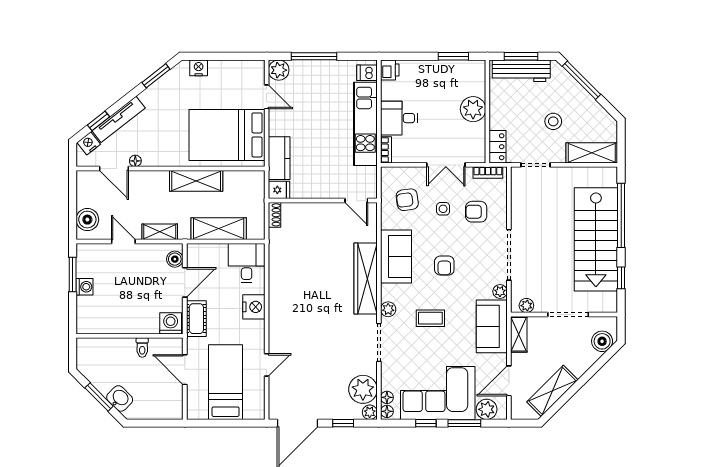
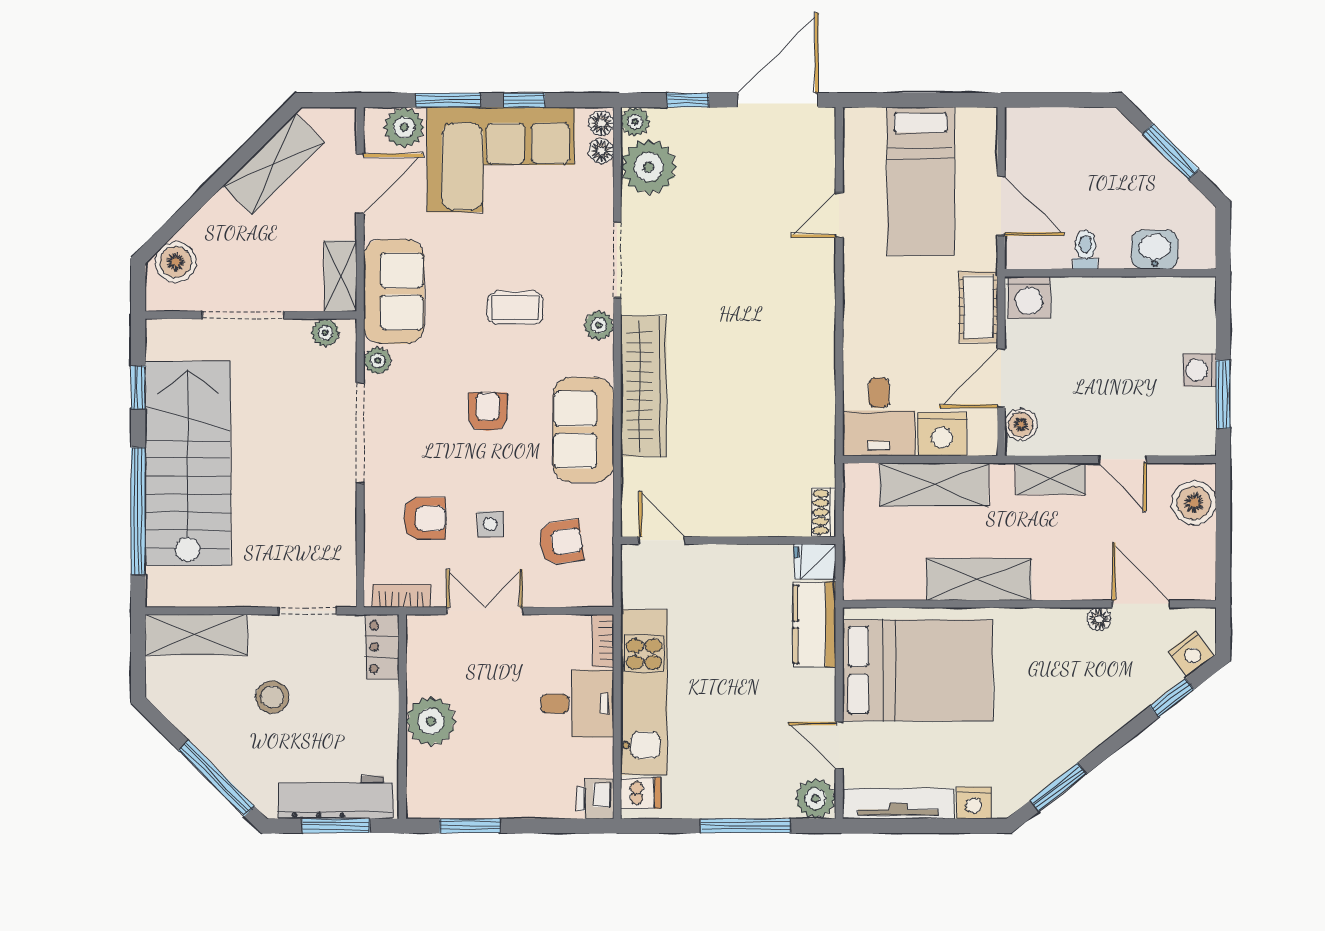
tv unit: (119, 119) -> (898, 804), moved, turned 38
nightstand: (254, 307) -> (942, 434), moved, turned -90
washbasin: (120, 398) -> (1155, 250), moved, turned 135

